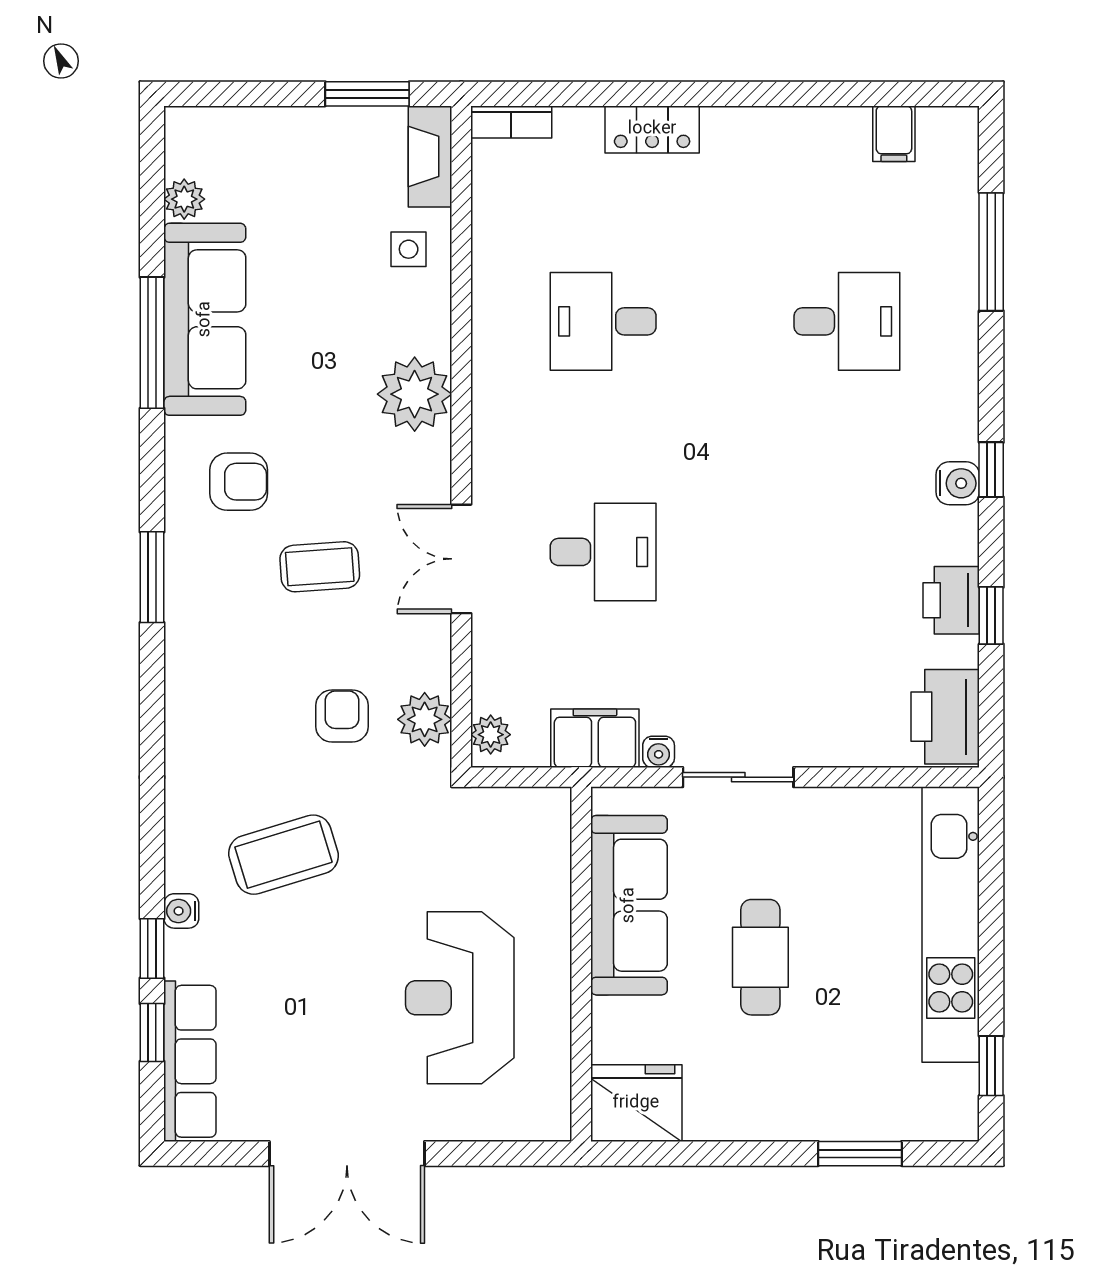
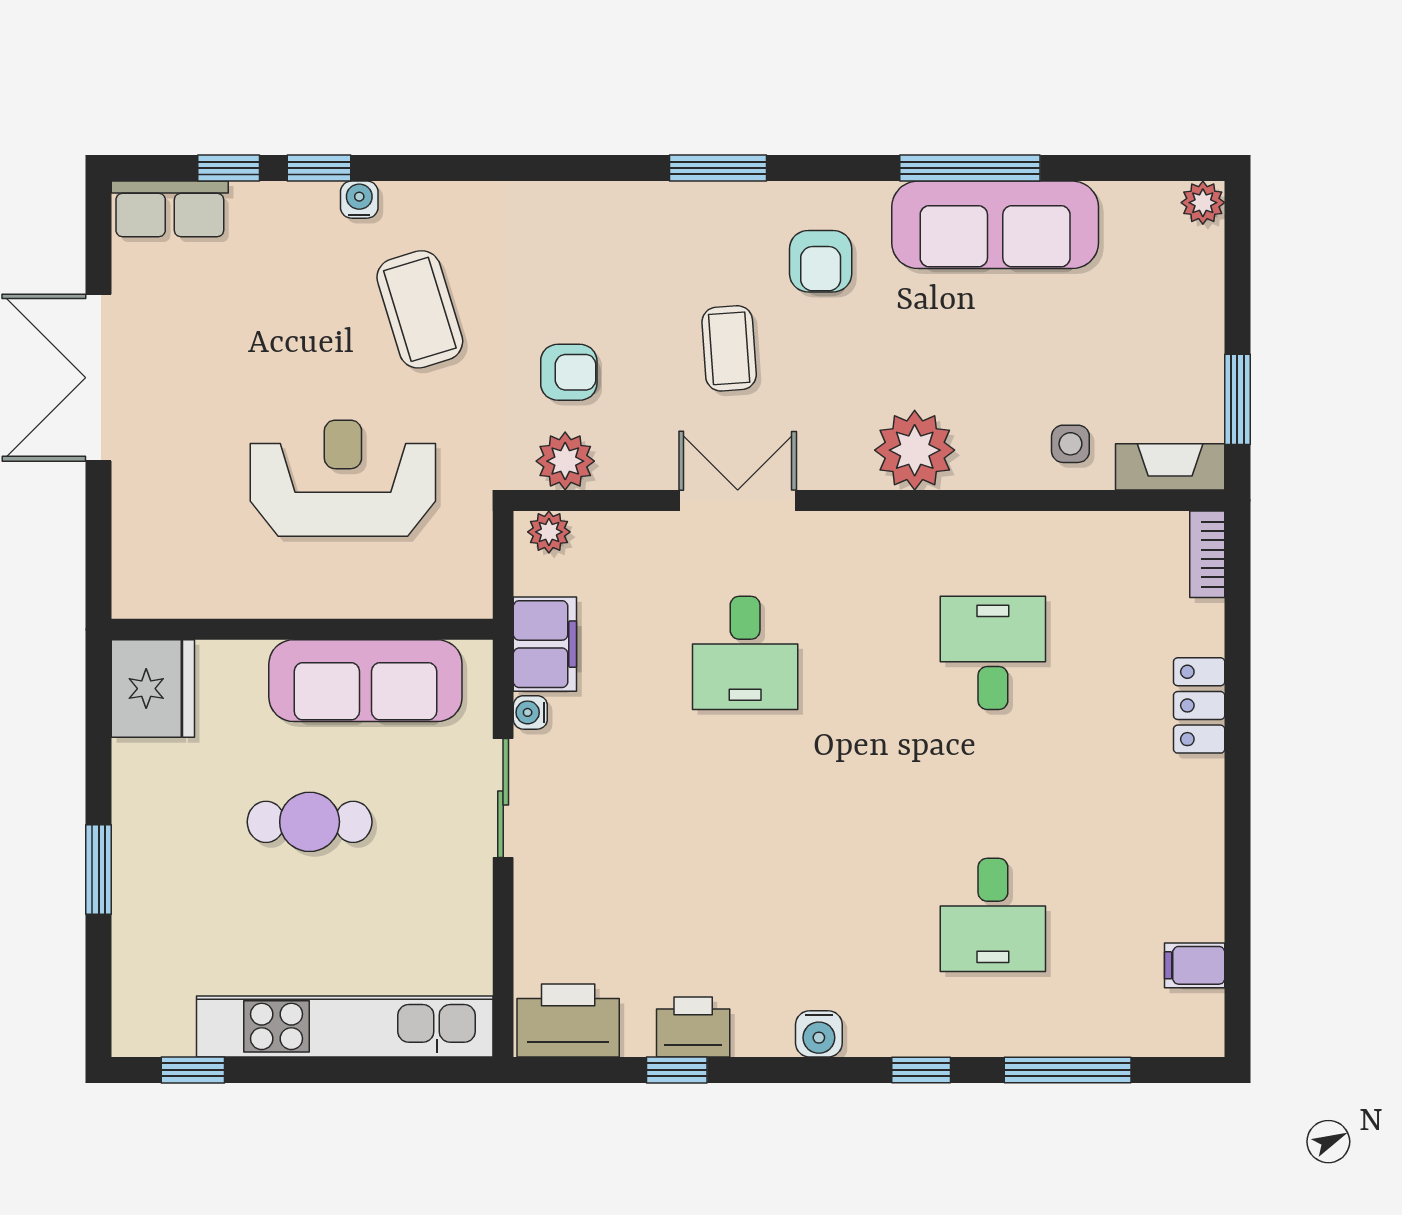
plant: (184, 199) -> (1203, 203), moved
window: (991, 470) -> (921, 1070), moved
reception desk: (460, 998) -> (343, 478), moved
row of seats: (190, 1061) -> (170, 209), width x0.68
window: (860, 1154) -> (99, 869), moved

